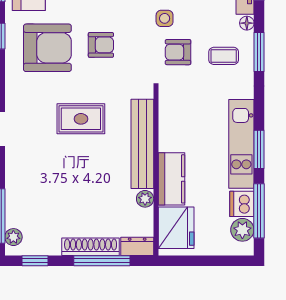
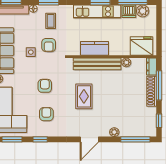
armchair: (47, 48) -> (46, 114), width x0.53, depth x0.53
kitchen counter: (172, 179) -> (94, 48), moved
plant: (13, 237) -> (114, 132), moved

